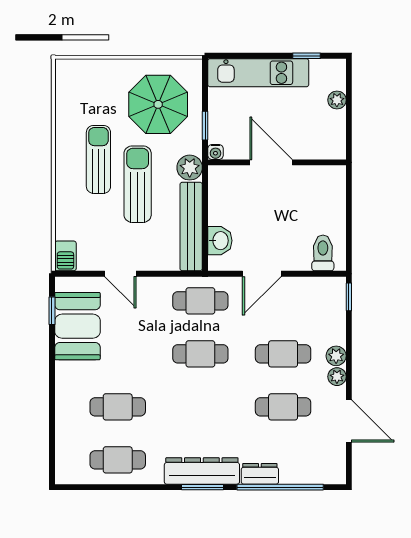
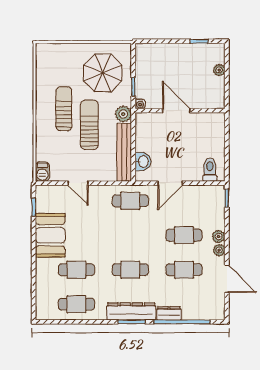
kitchen unit: (258, 73) -> (168, 52), removed
booth: (77, 326) -> (50, 235), moved
cafe table: (200, 354) -> (130, 270), moved

